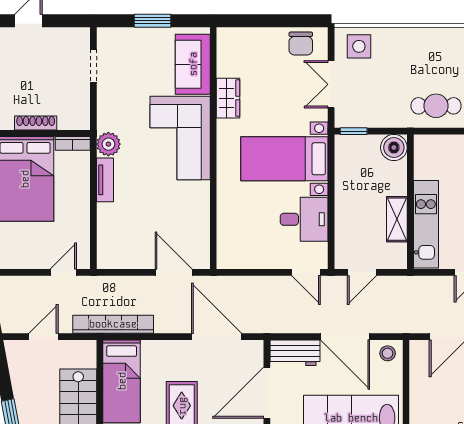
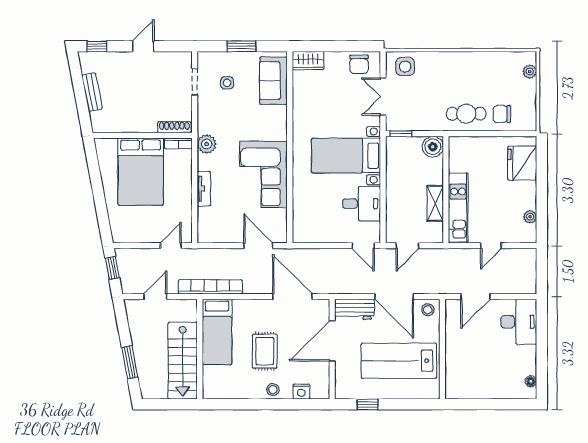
side table: (134, 67) -> (227, 83), added
wardrobe: (228, 98) -> (308, 61), moved, turned 90
shoe rack: (36, 123) -> (174, 127), moved
corner sofa: (180, 138) -> (263, 174), moved
tv unit: (105, 180) -> (204, 189), moved

